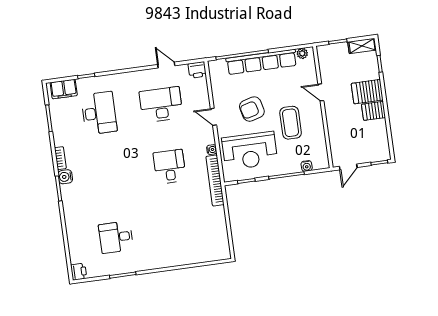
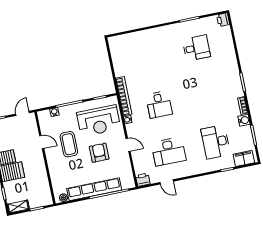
door: (321, 92) -> (42, 142), moved
armchair: (252, 109) -> (99, 153), turned -75
reception desk: (250, 151) -> (99, 121), turned 180
water cooler: (65, 177) -> (244, 120), moved

